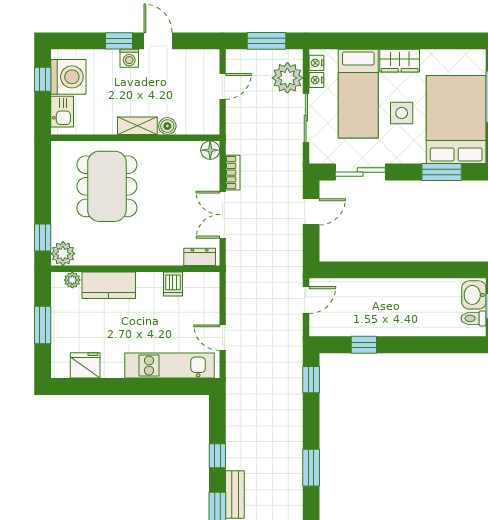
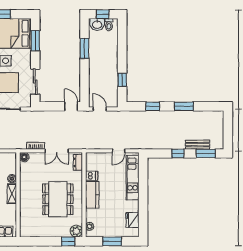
dining table: (107, 186) -> (58, 199), moved, turned 90
door: (311, 212) -> (71, 106), moved
window: (426, 270) -> (84, 48), added
kitchen counter: (109, 285) -> (92, 195), moved
window: (311, 380) -> (153, 106), moved

